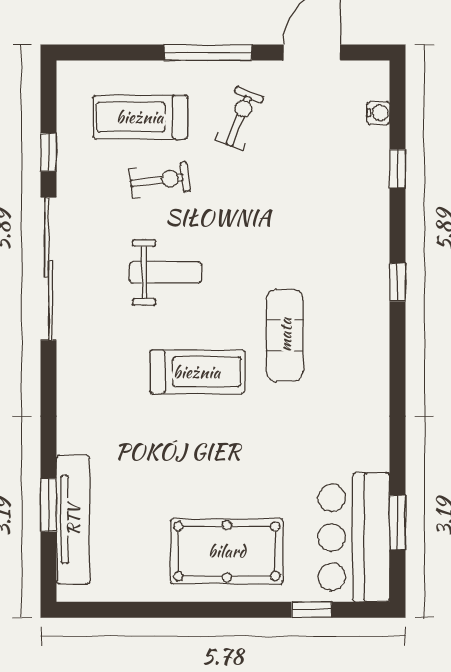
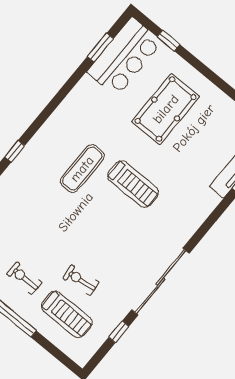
exercise bike: (240, 118) -> (24, 278), turned 68
weight bench: (166, 272) -> (111, 238), removed
treadmill: (197, 372) -> (133, 184), turned 180
pool table: (227, 551) -> (166, 109), moved, turned 90

